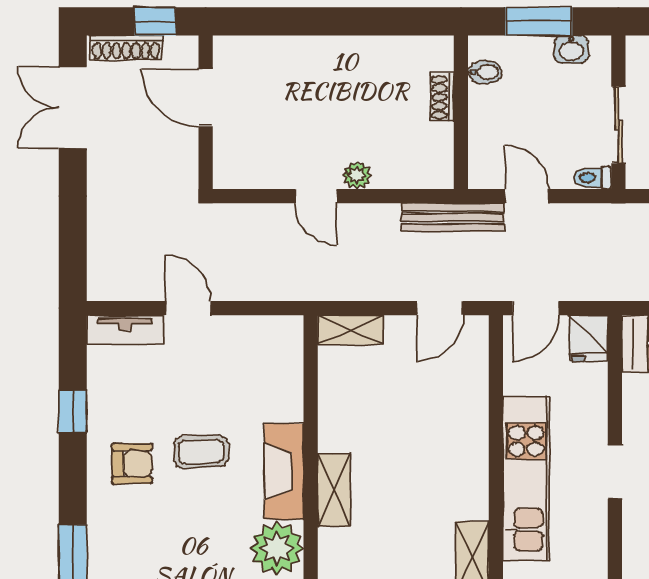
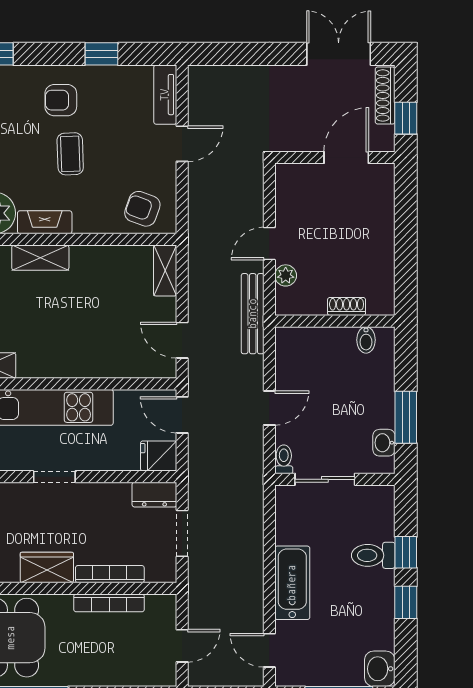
bidet: (485, 72) -> (366, 340), moved
shoe rack: (442, 97) -> (347, 307), moved
wall: (461, 112) -> (335, 321), moved
bench: (453, 218) -> (253, 314), moved
armchair: (271, 359) -> (142, 209), added
armchair: (132, 464) -> (61, 100), turned 90
fireplace: (284, 472) -> (45, 222), width x0.73, depth x0.76

